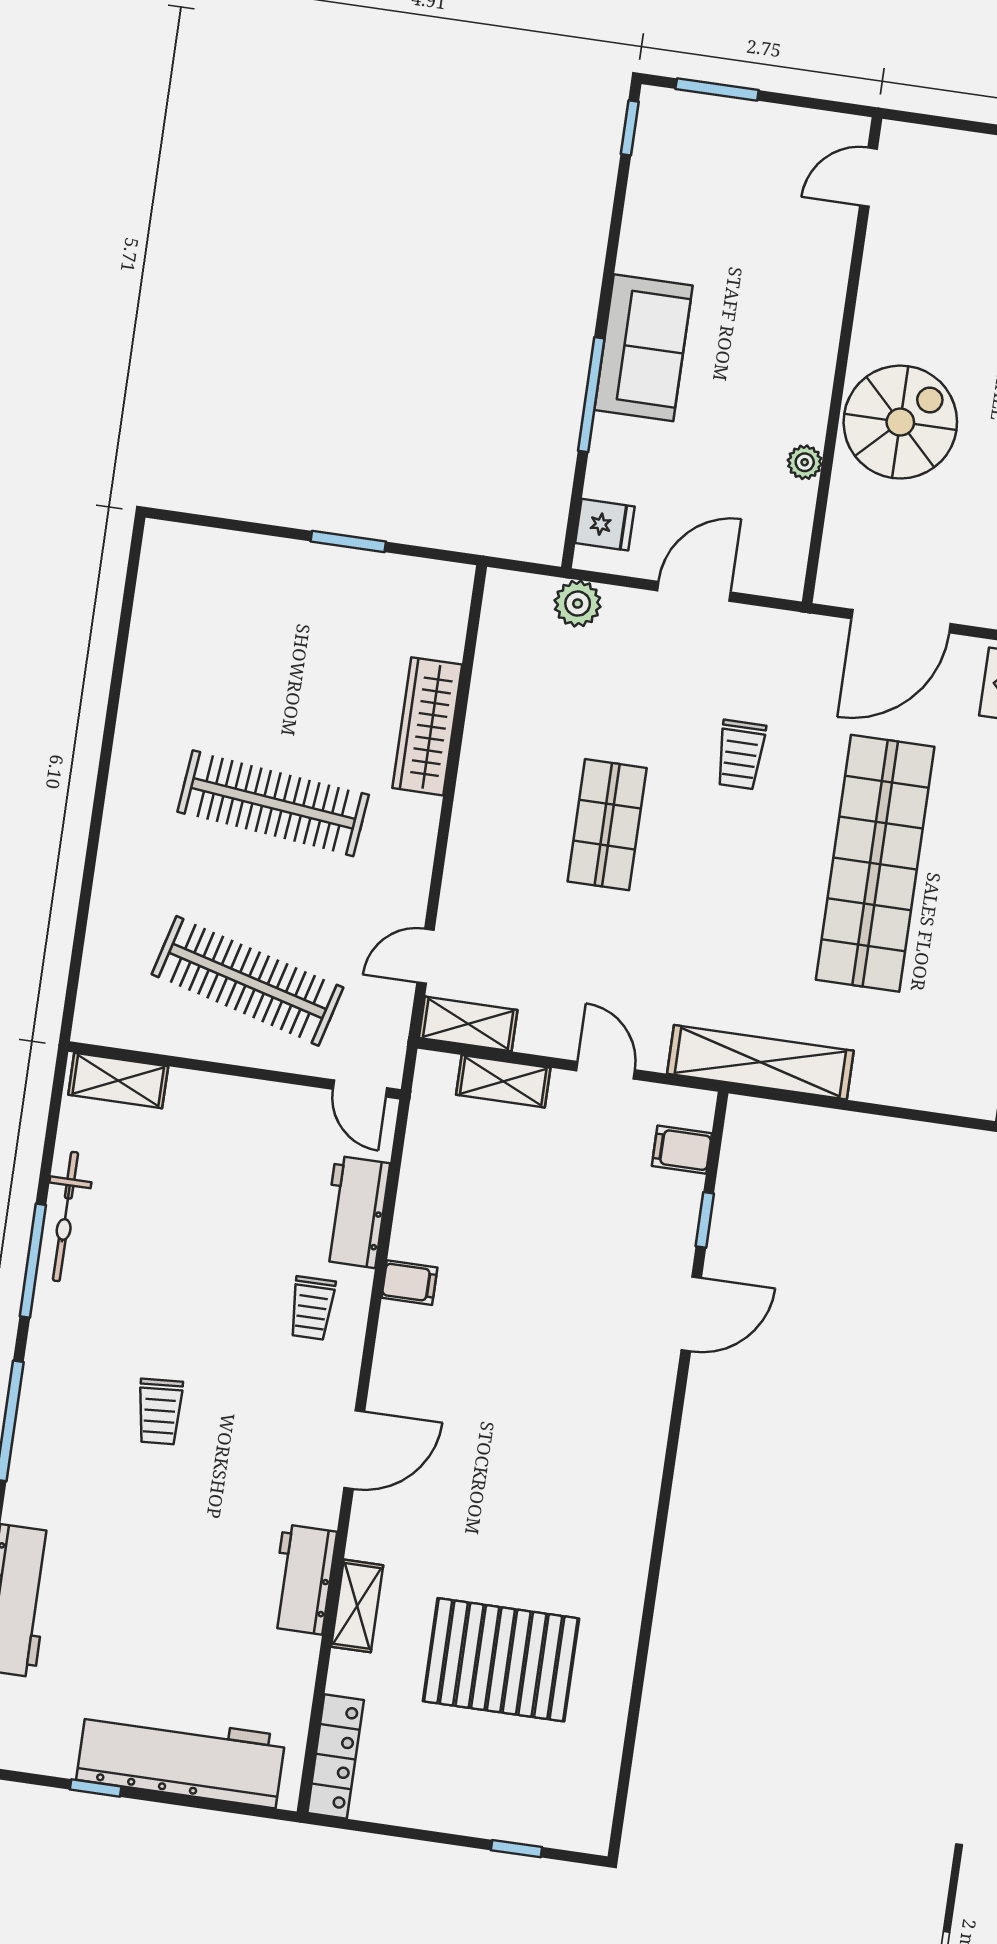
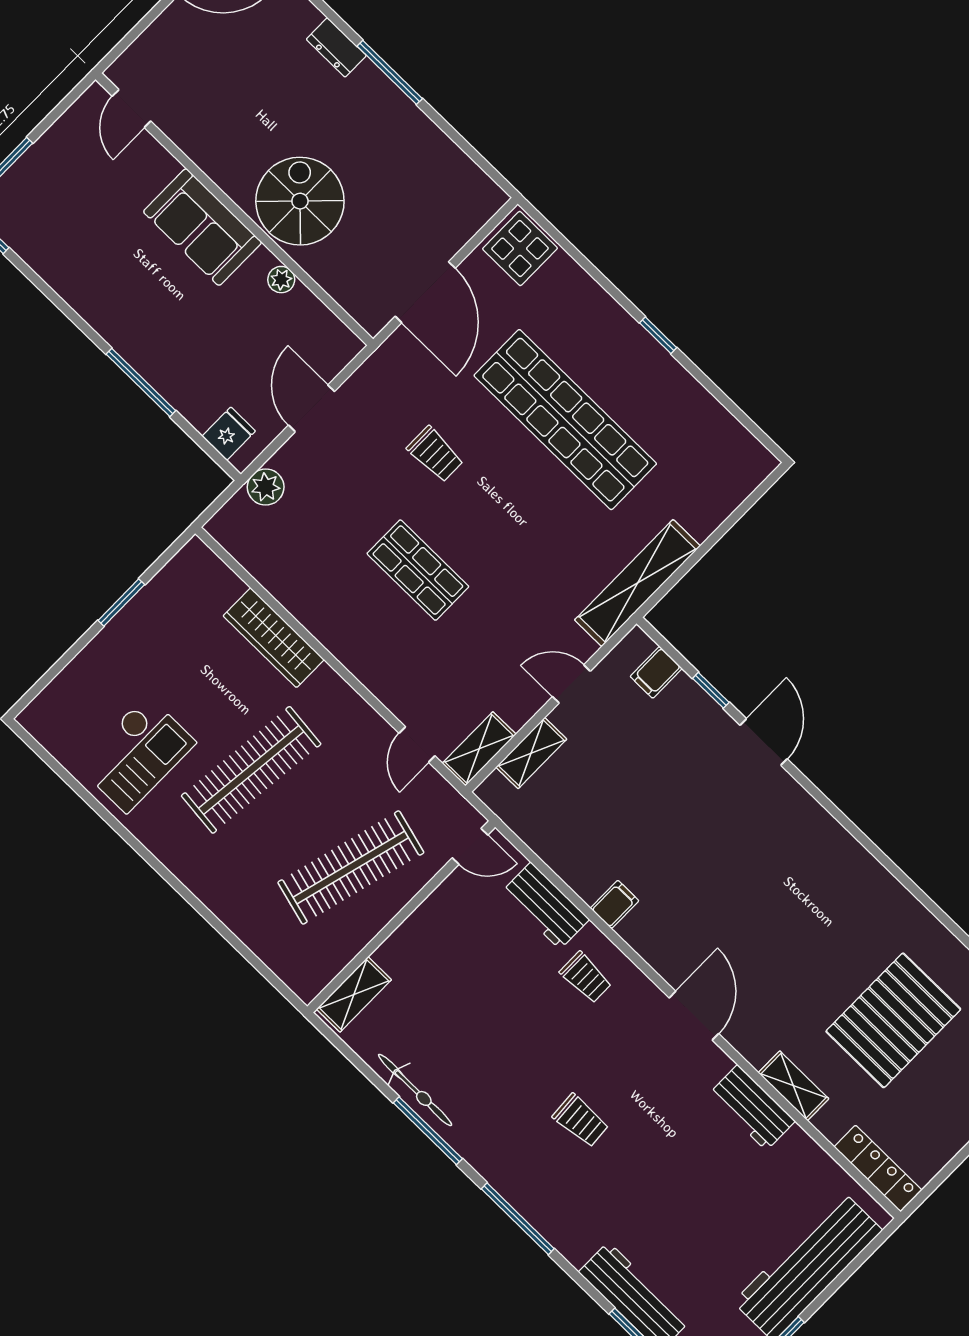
sofa: (644, 348) -> (202, 227), moved, turned 180
checkout: (203, 672) -> (137, 754), added

